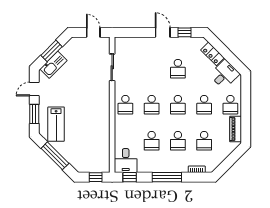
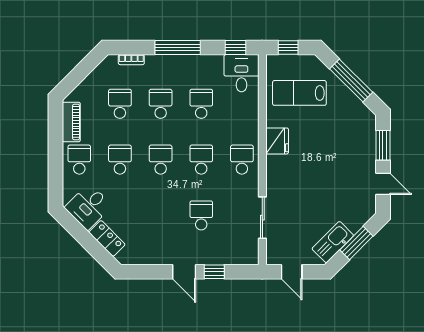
window: (184, 32) -> (214, 272), moved
kitchen sink: (53, 65) -> (333, 242), moved
school desk: (178, 69) -> (201, 215), moved
door: (34, 89) -> (383, 184), hinge flipped
fridge: (103, 117) -> (277, 141), added
lab bench: (56, 124) -> (299, 93), moved, turned -90

